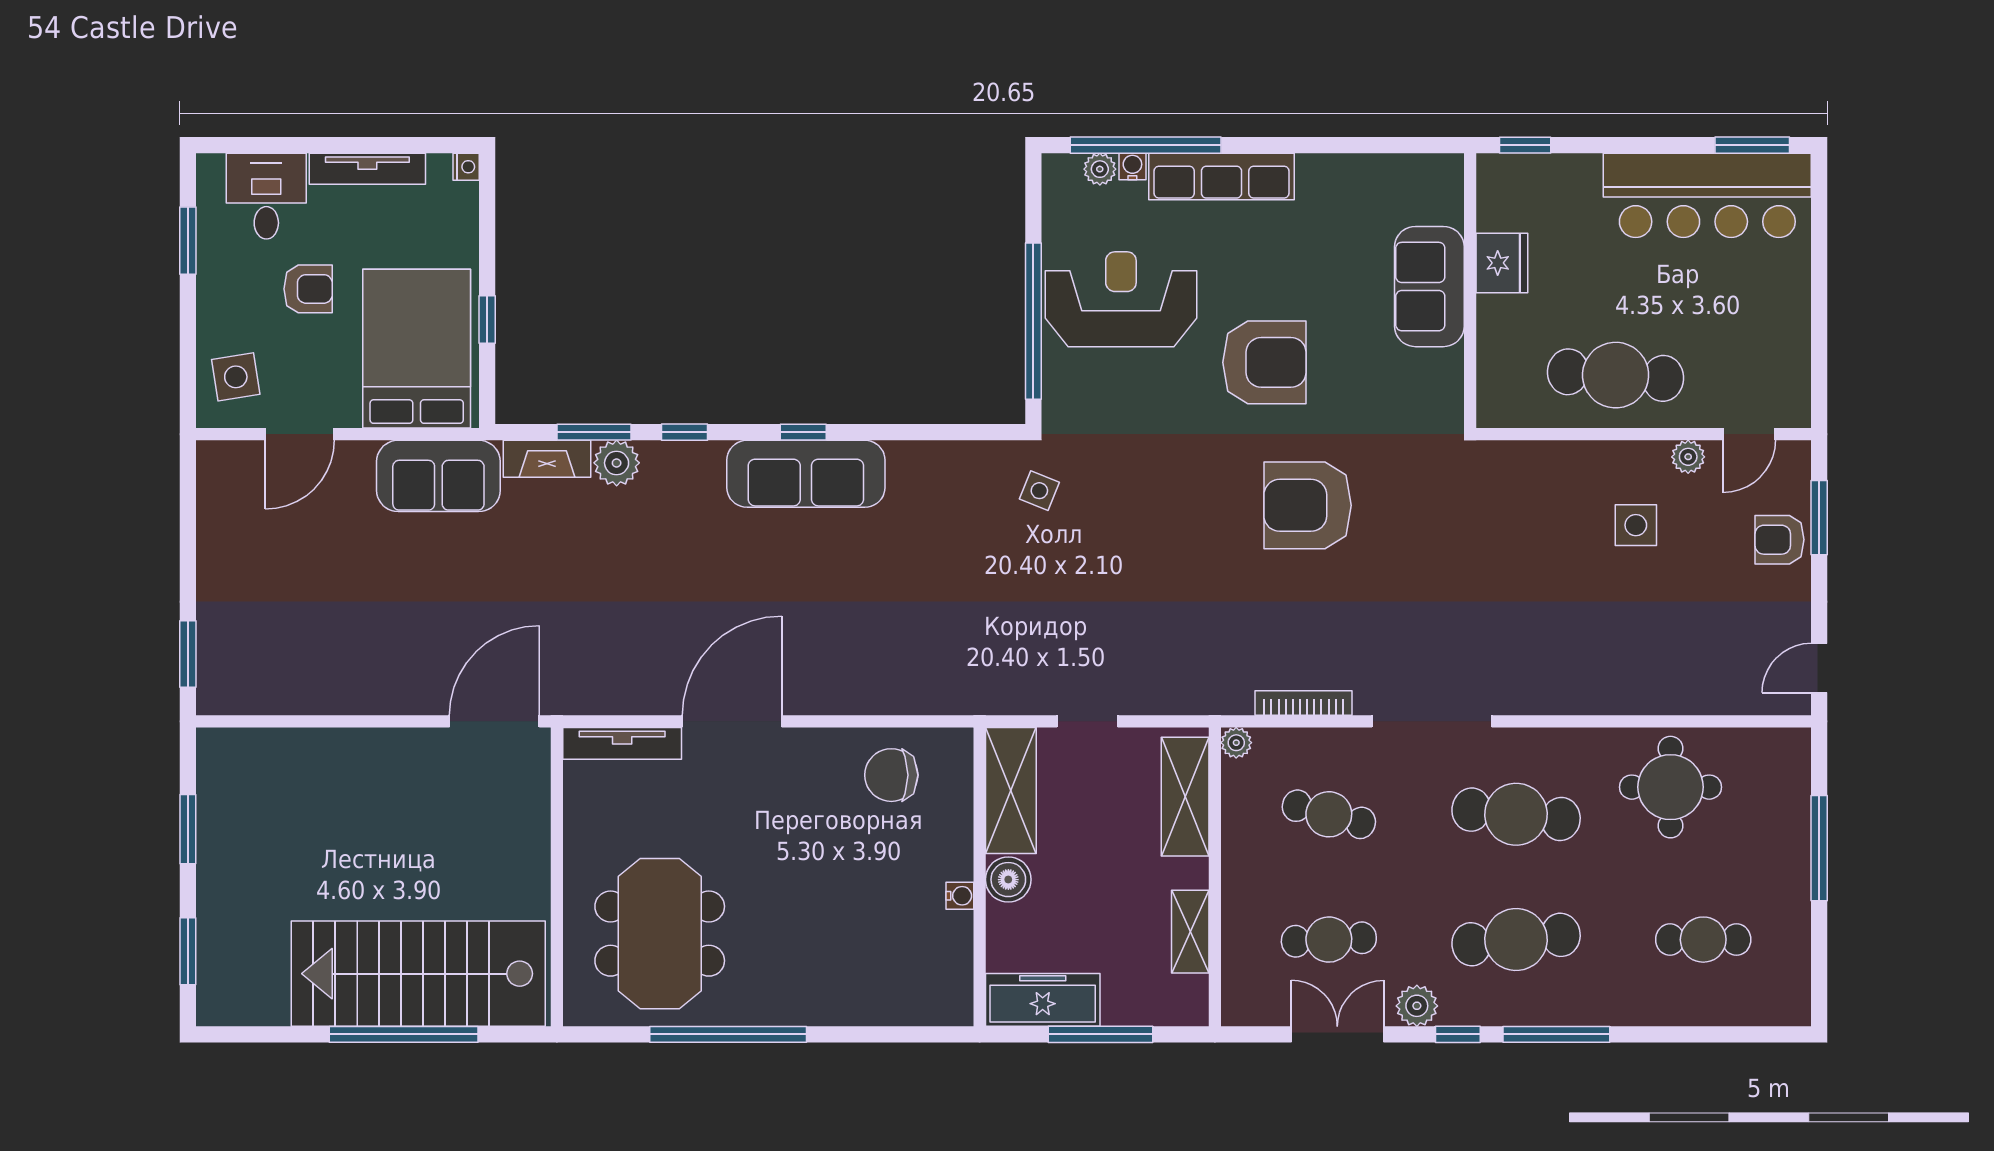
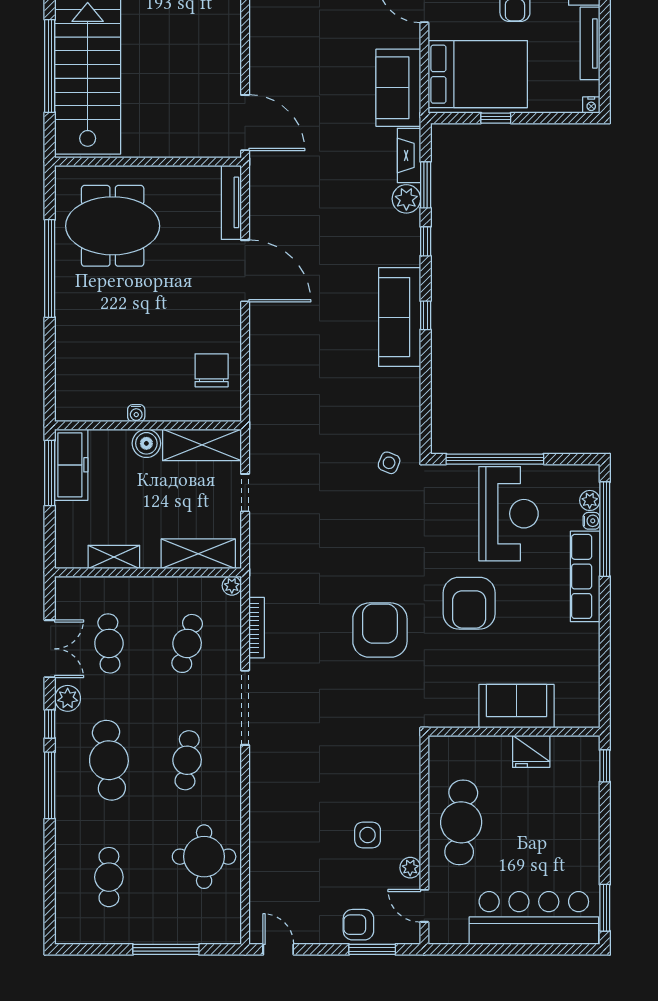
bar counter: (1707, 195) -> (534, 918), moved, turned 90
armchair: (1780, 540) -> (358, 925), turned -90
cafe table: (1516, 814) -> (187, 760), width x0.73, depth x0.74
window: (1101, 1034) -> (50, 473), moved

